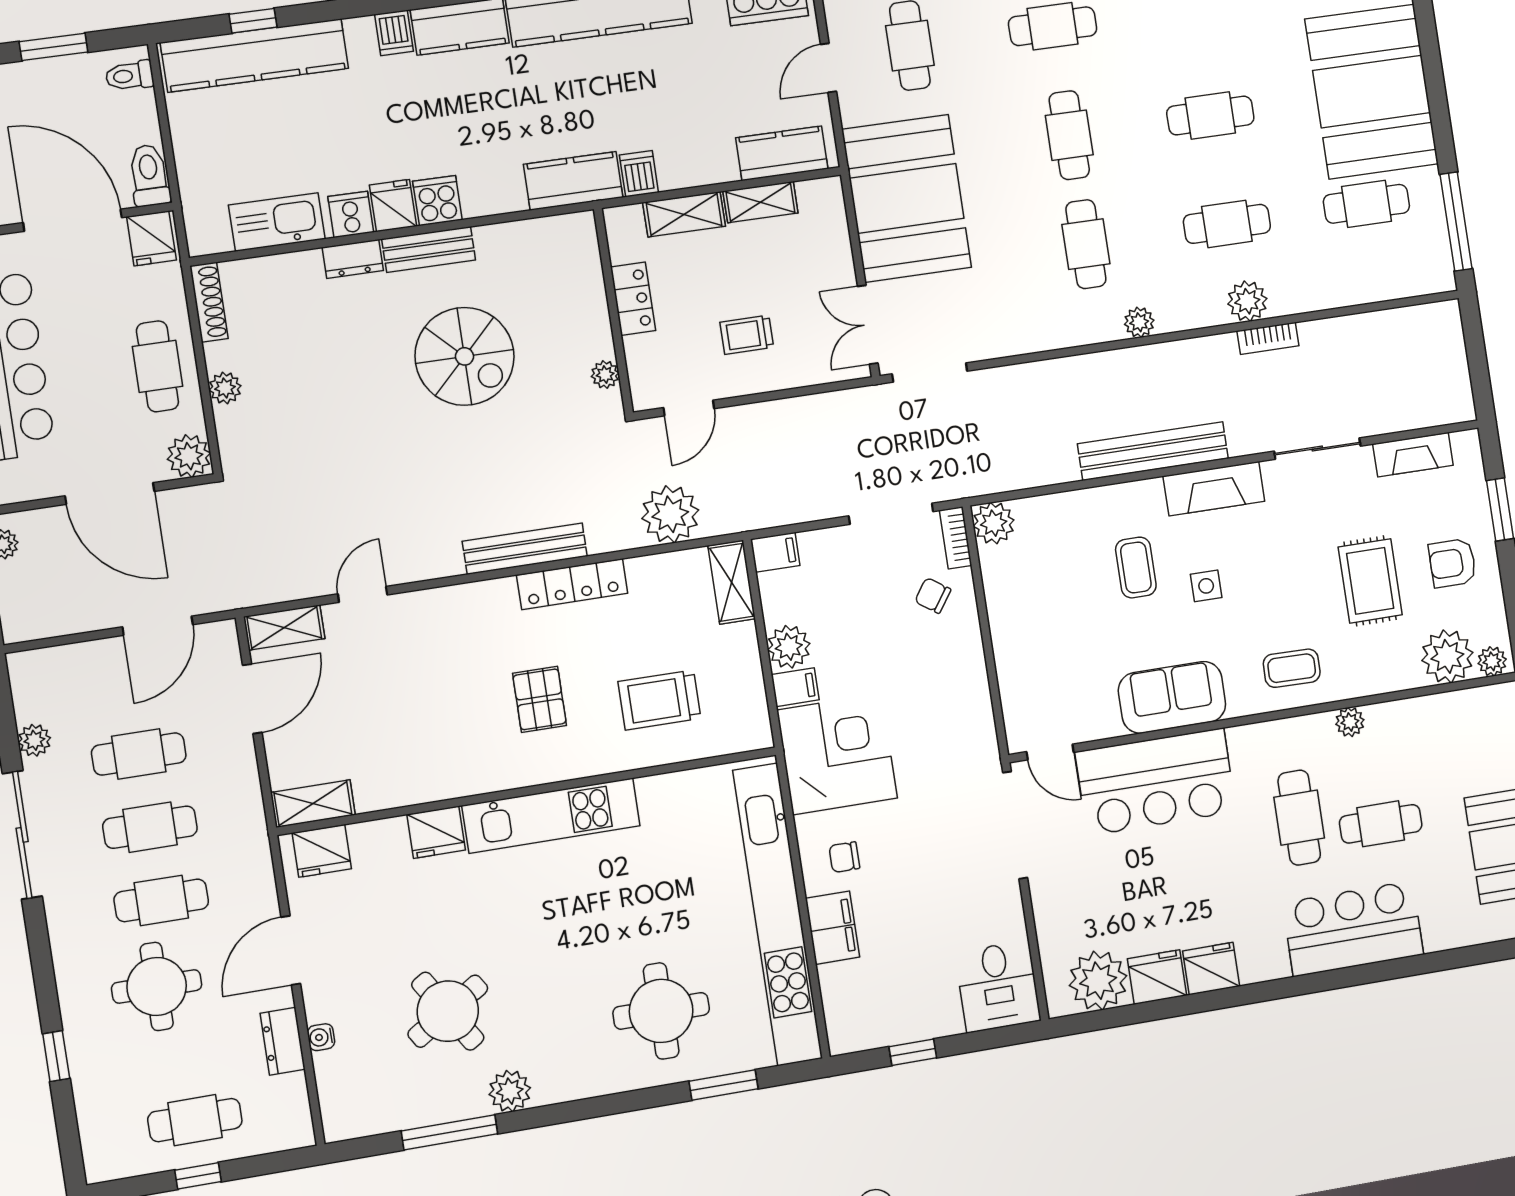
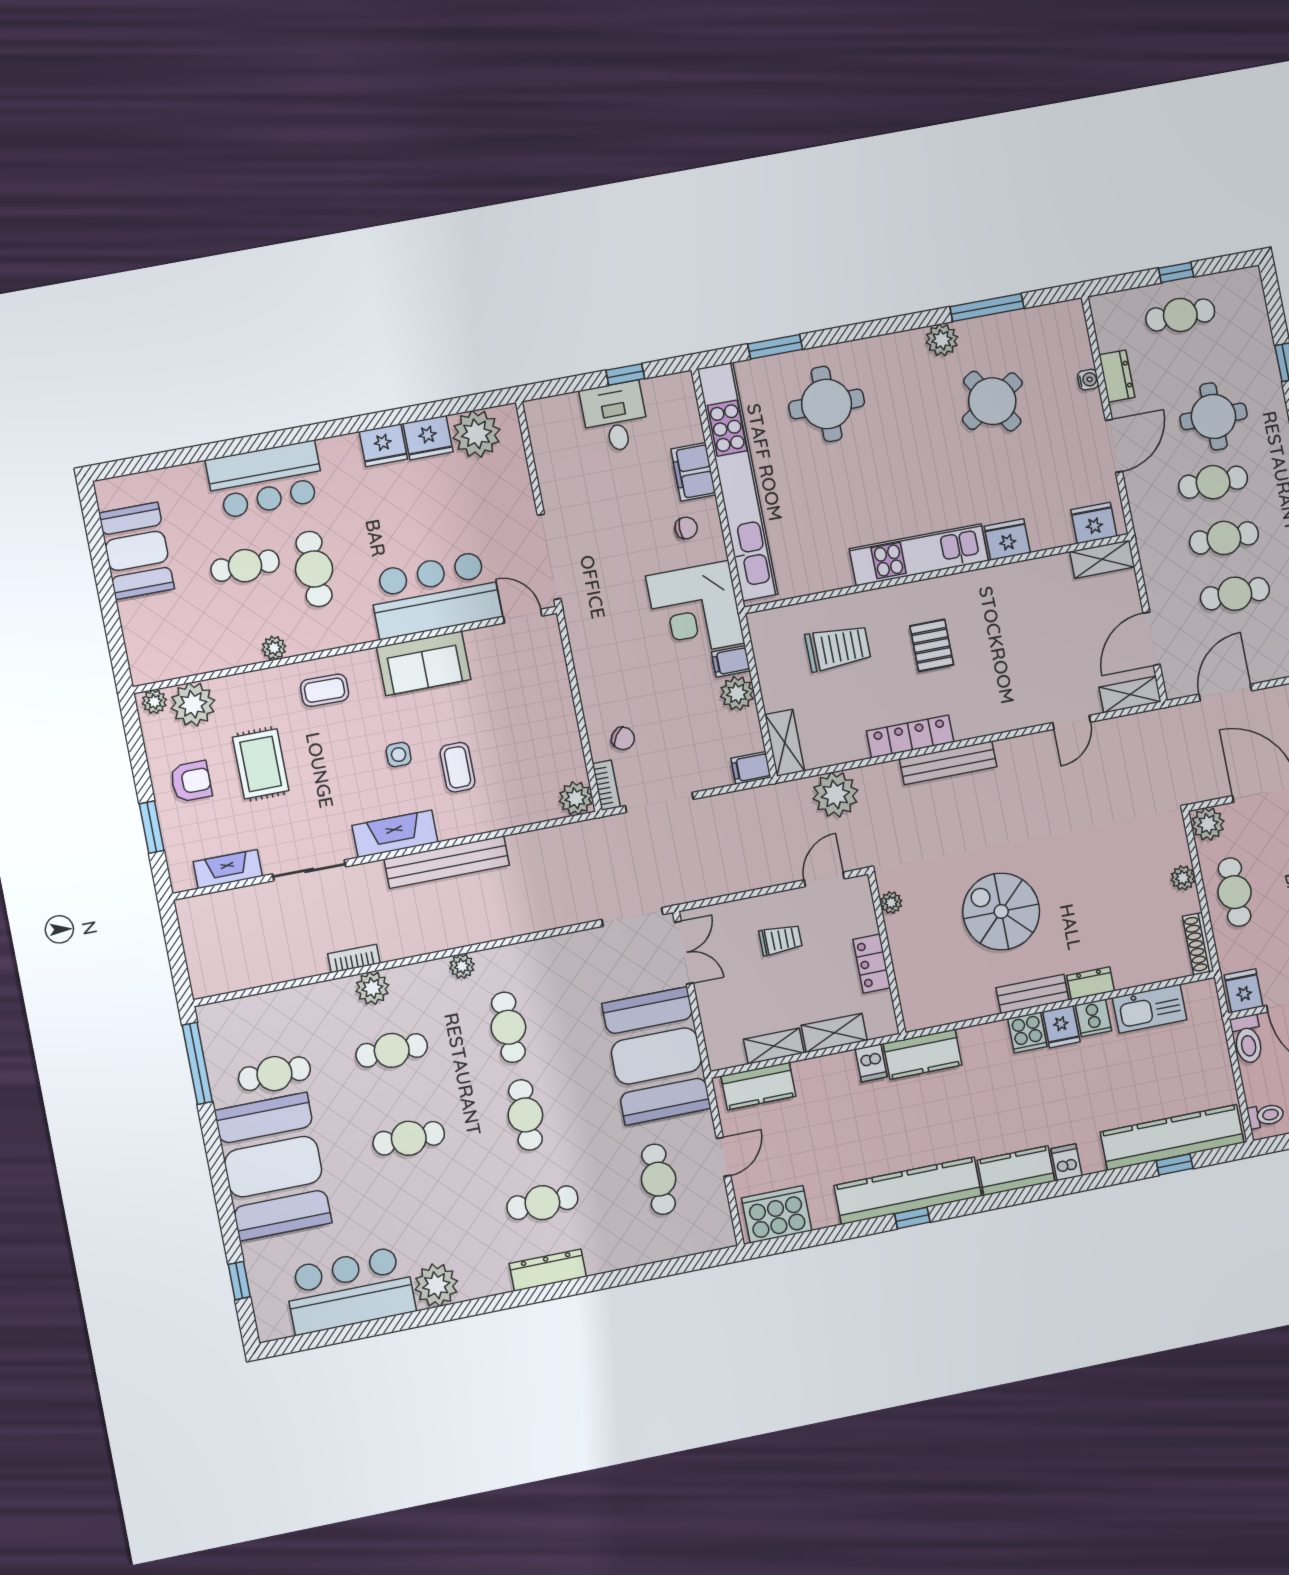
desk: (998, 986) -> (615, 417), moved

